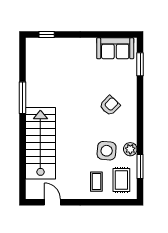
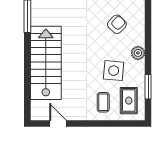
plant: (130, 149) -> (138, 53), moved

